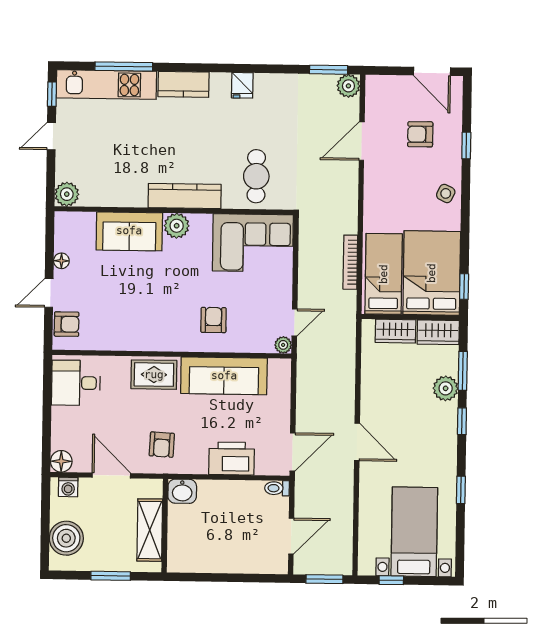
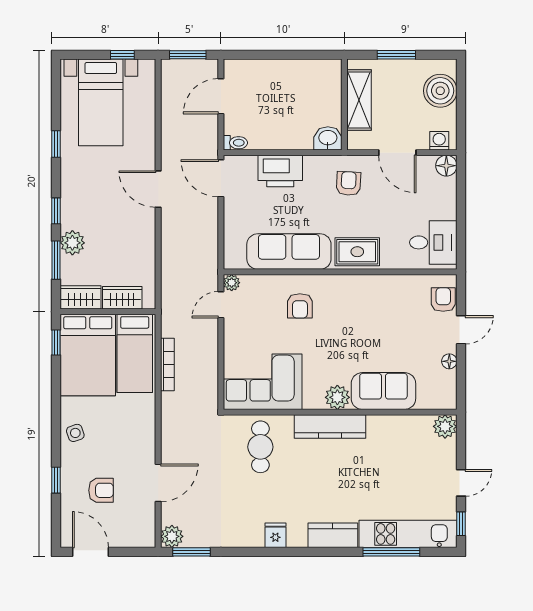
side table: (446, 193) -> (75, 433), turned 45
armchair: (67, 324) -> (443, 300), turned 90
door: (292, 452) -> (221, 178), hinge flipped

